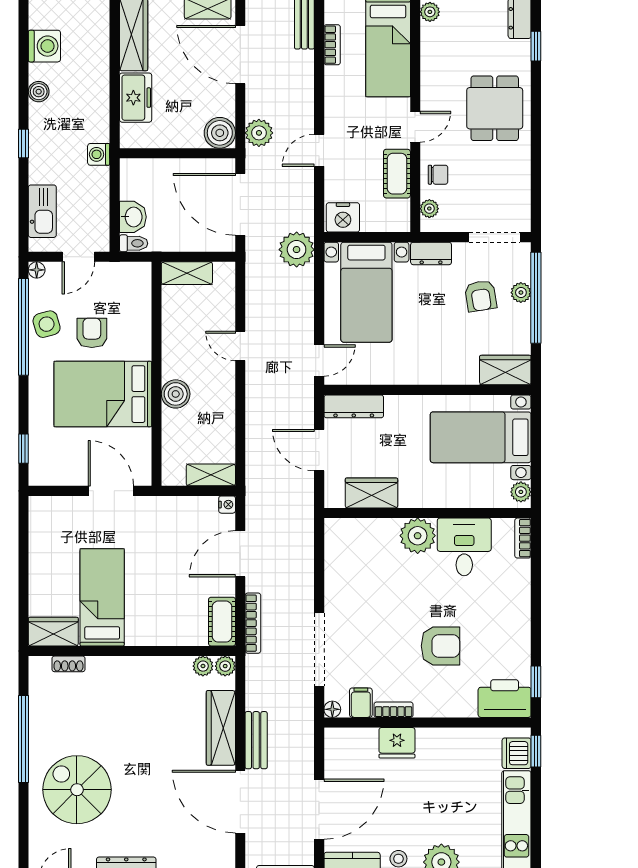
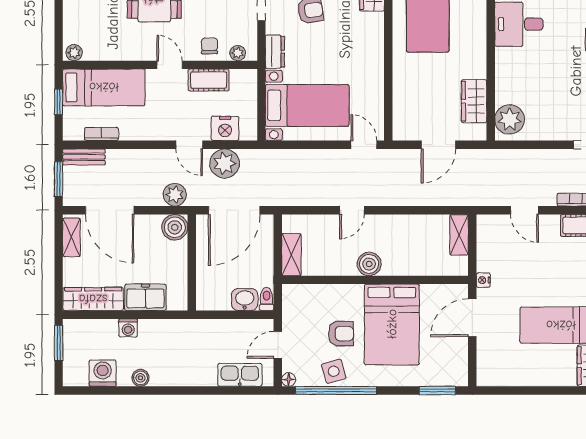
door: (240, 55) -> (110, 210), hinge flipped
window: (23, 144) -> (184, 390), removed
washing machine: (99, 154) -> (128, 328), moved
nightstand: (343, 217) -> (225, 128), moved, turned 90
plant: (297, 250) -> (225, 163), moved
door: (78, 257) -> (278, 345), swing flipped
armchair: (92, 333) -> (341, 334), turned 180
boiler: (176, 394) -> (369, 264), moved
dresser: (354, 406) -> (402, 116), removed
window: (23, 449) -> (437, 390), width x1.50
nightstand: (227, 505) -> (483, 280), moved, turned -90
plant: (418, 536) -> (510, 119), moved
door: (240, 554) -> (525, 210), width x0.73

